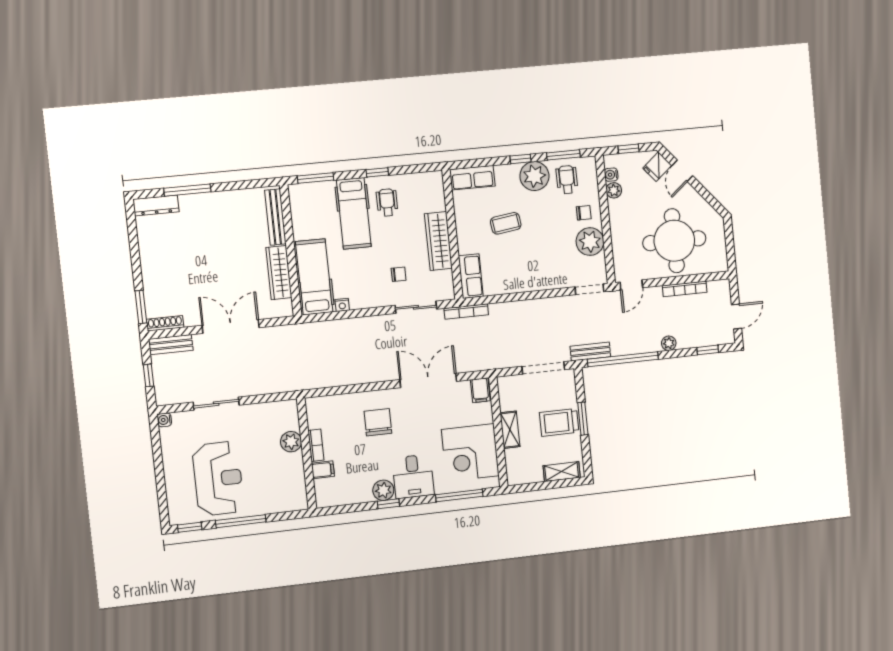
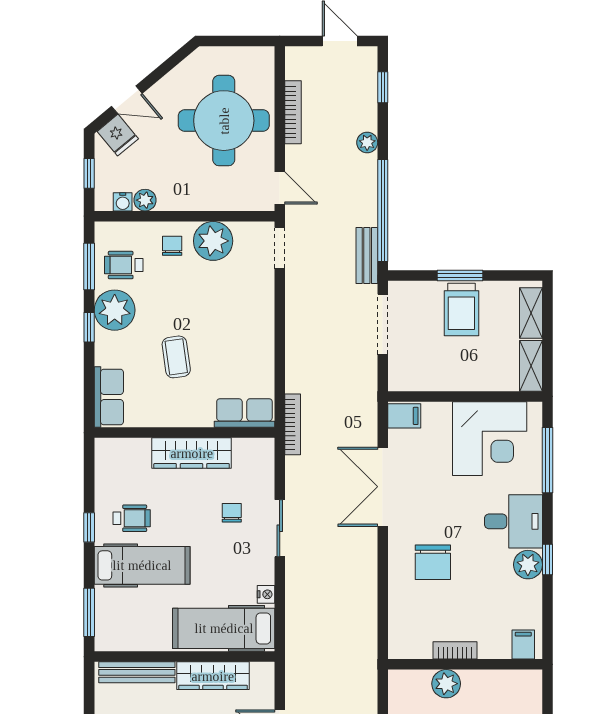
wheelchair: (387, 202) -> (132, 518), turned 180
sliding door: (416, 307) -> (280, 528), moved
chair: (378, 422) -> (433, 562), turned -90
shelving: (510, 430) -> (531, 366), moved, turned 90
filing cabinet: (323, 470) -> (523, 644), moved

